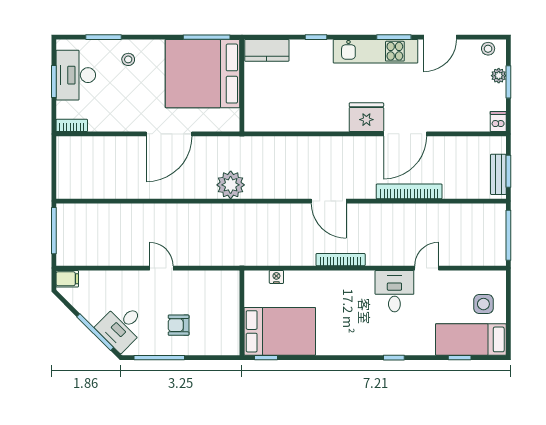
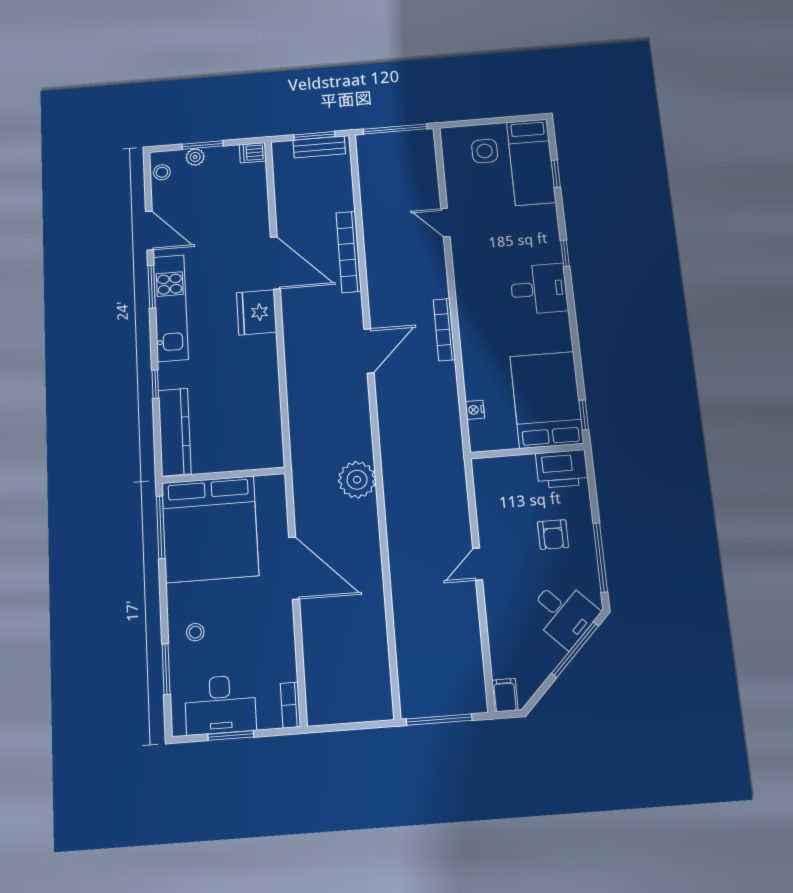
kitchen counter: (267, 50) -> (175, 432), width x1.50
desk: (394, 291) -> (539, 289), moved, turned 180
printer: (227, 337) -> (562, 469), added

